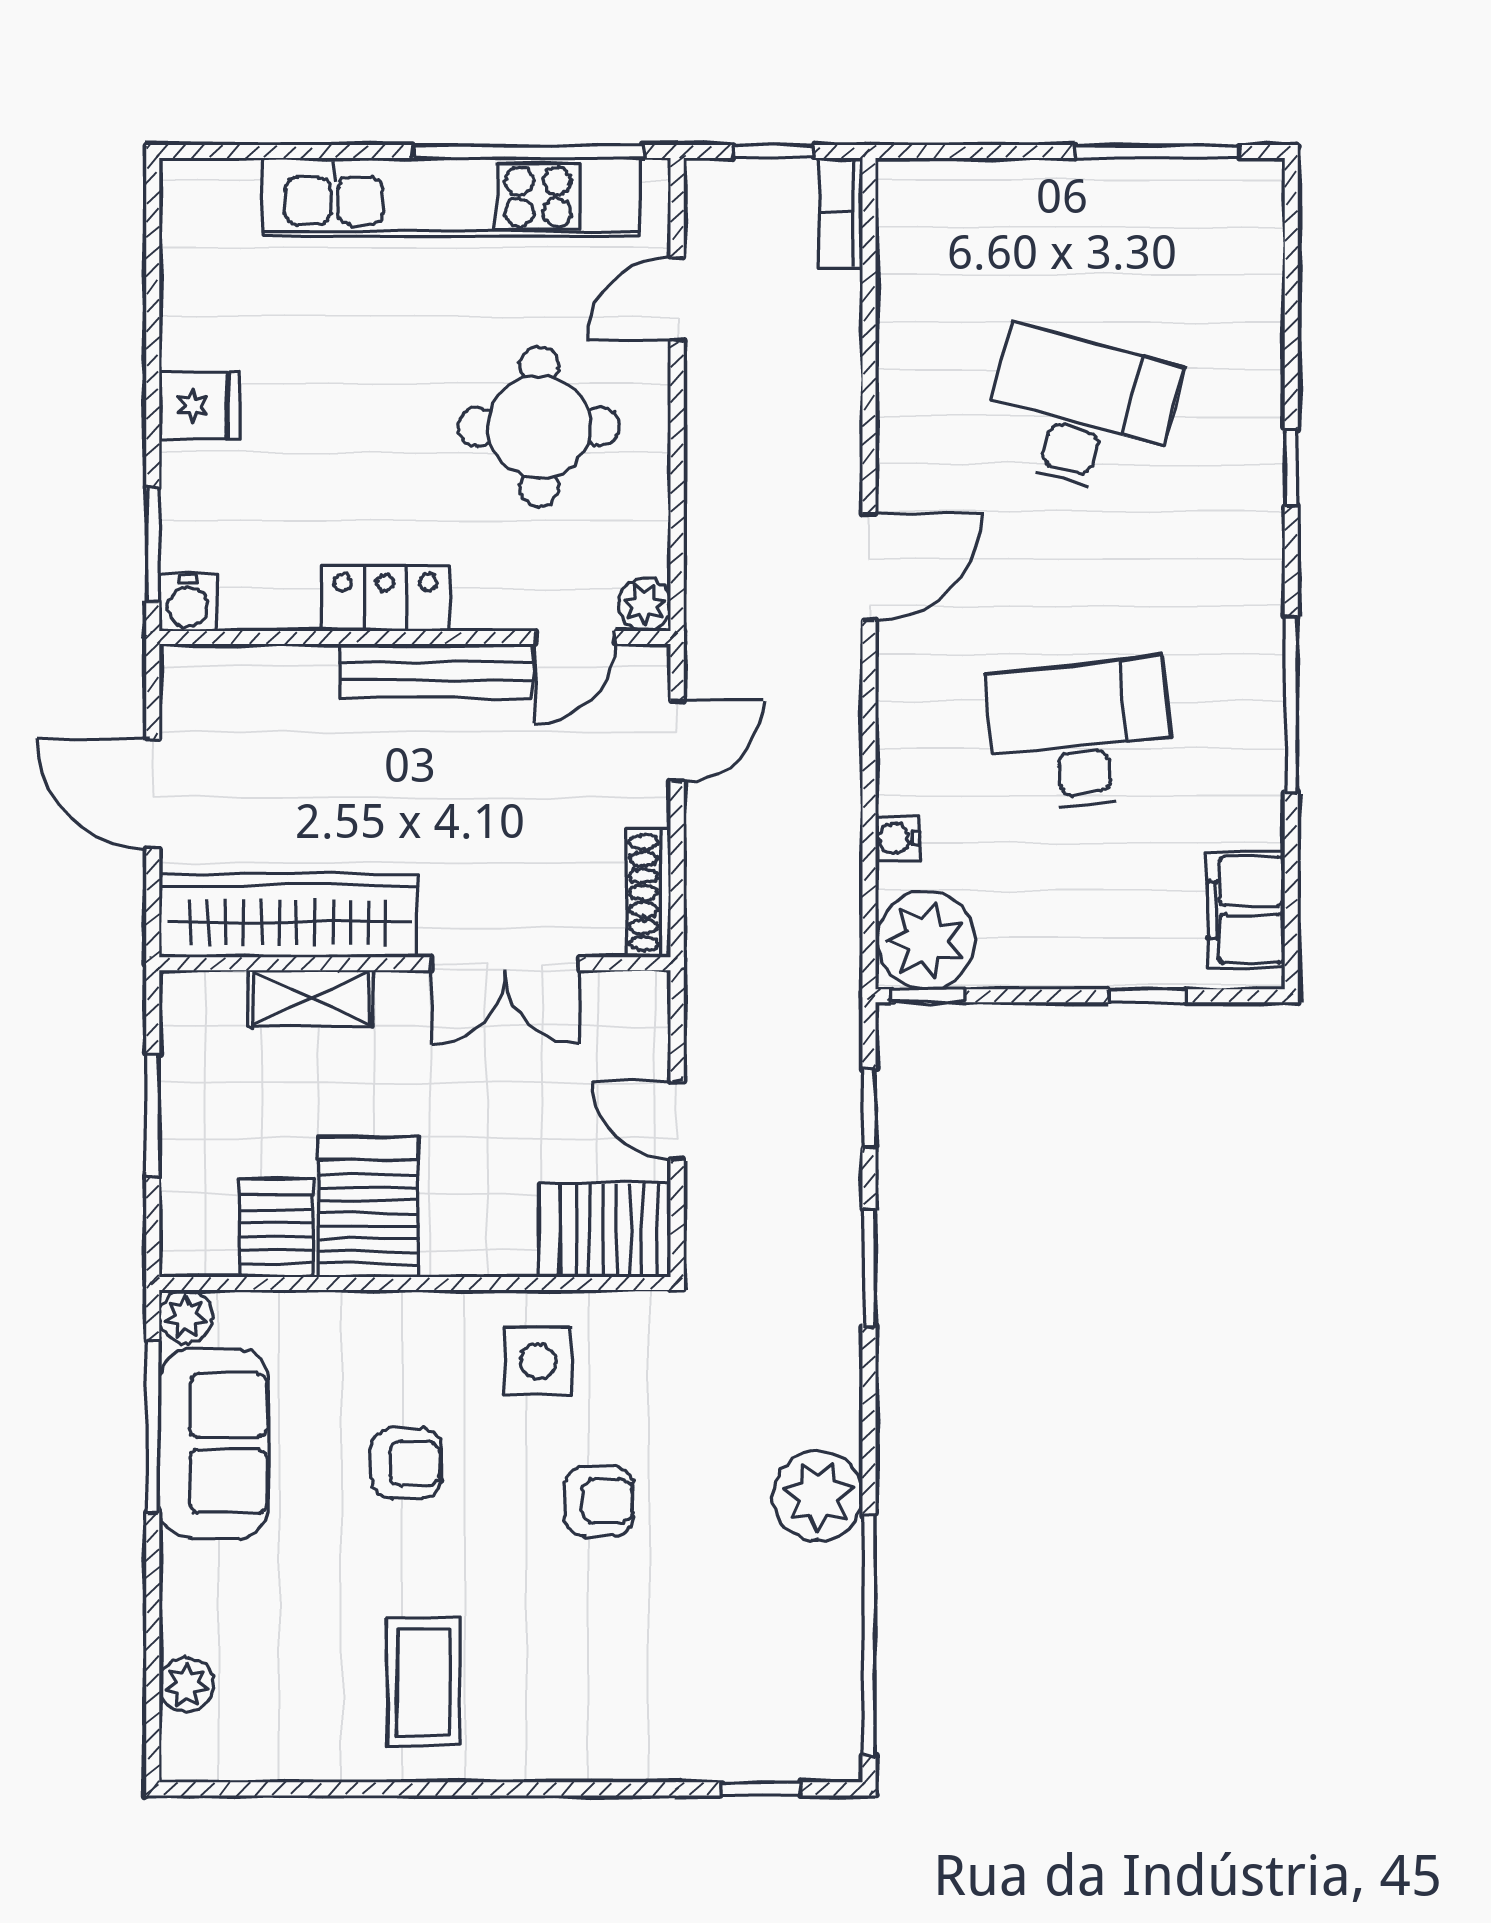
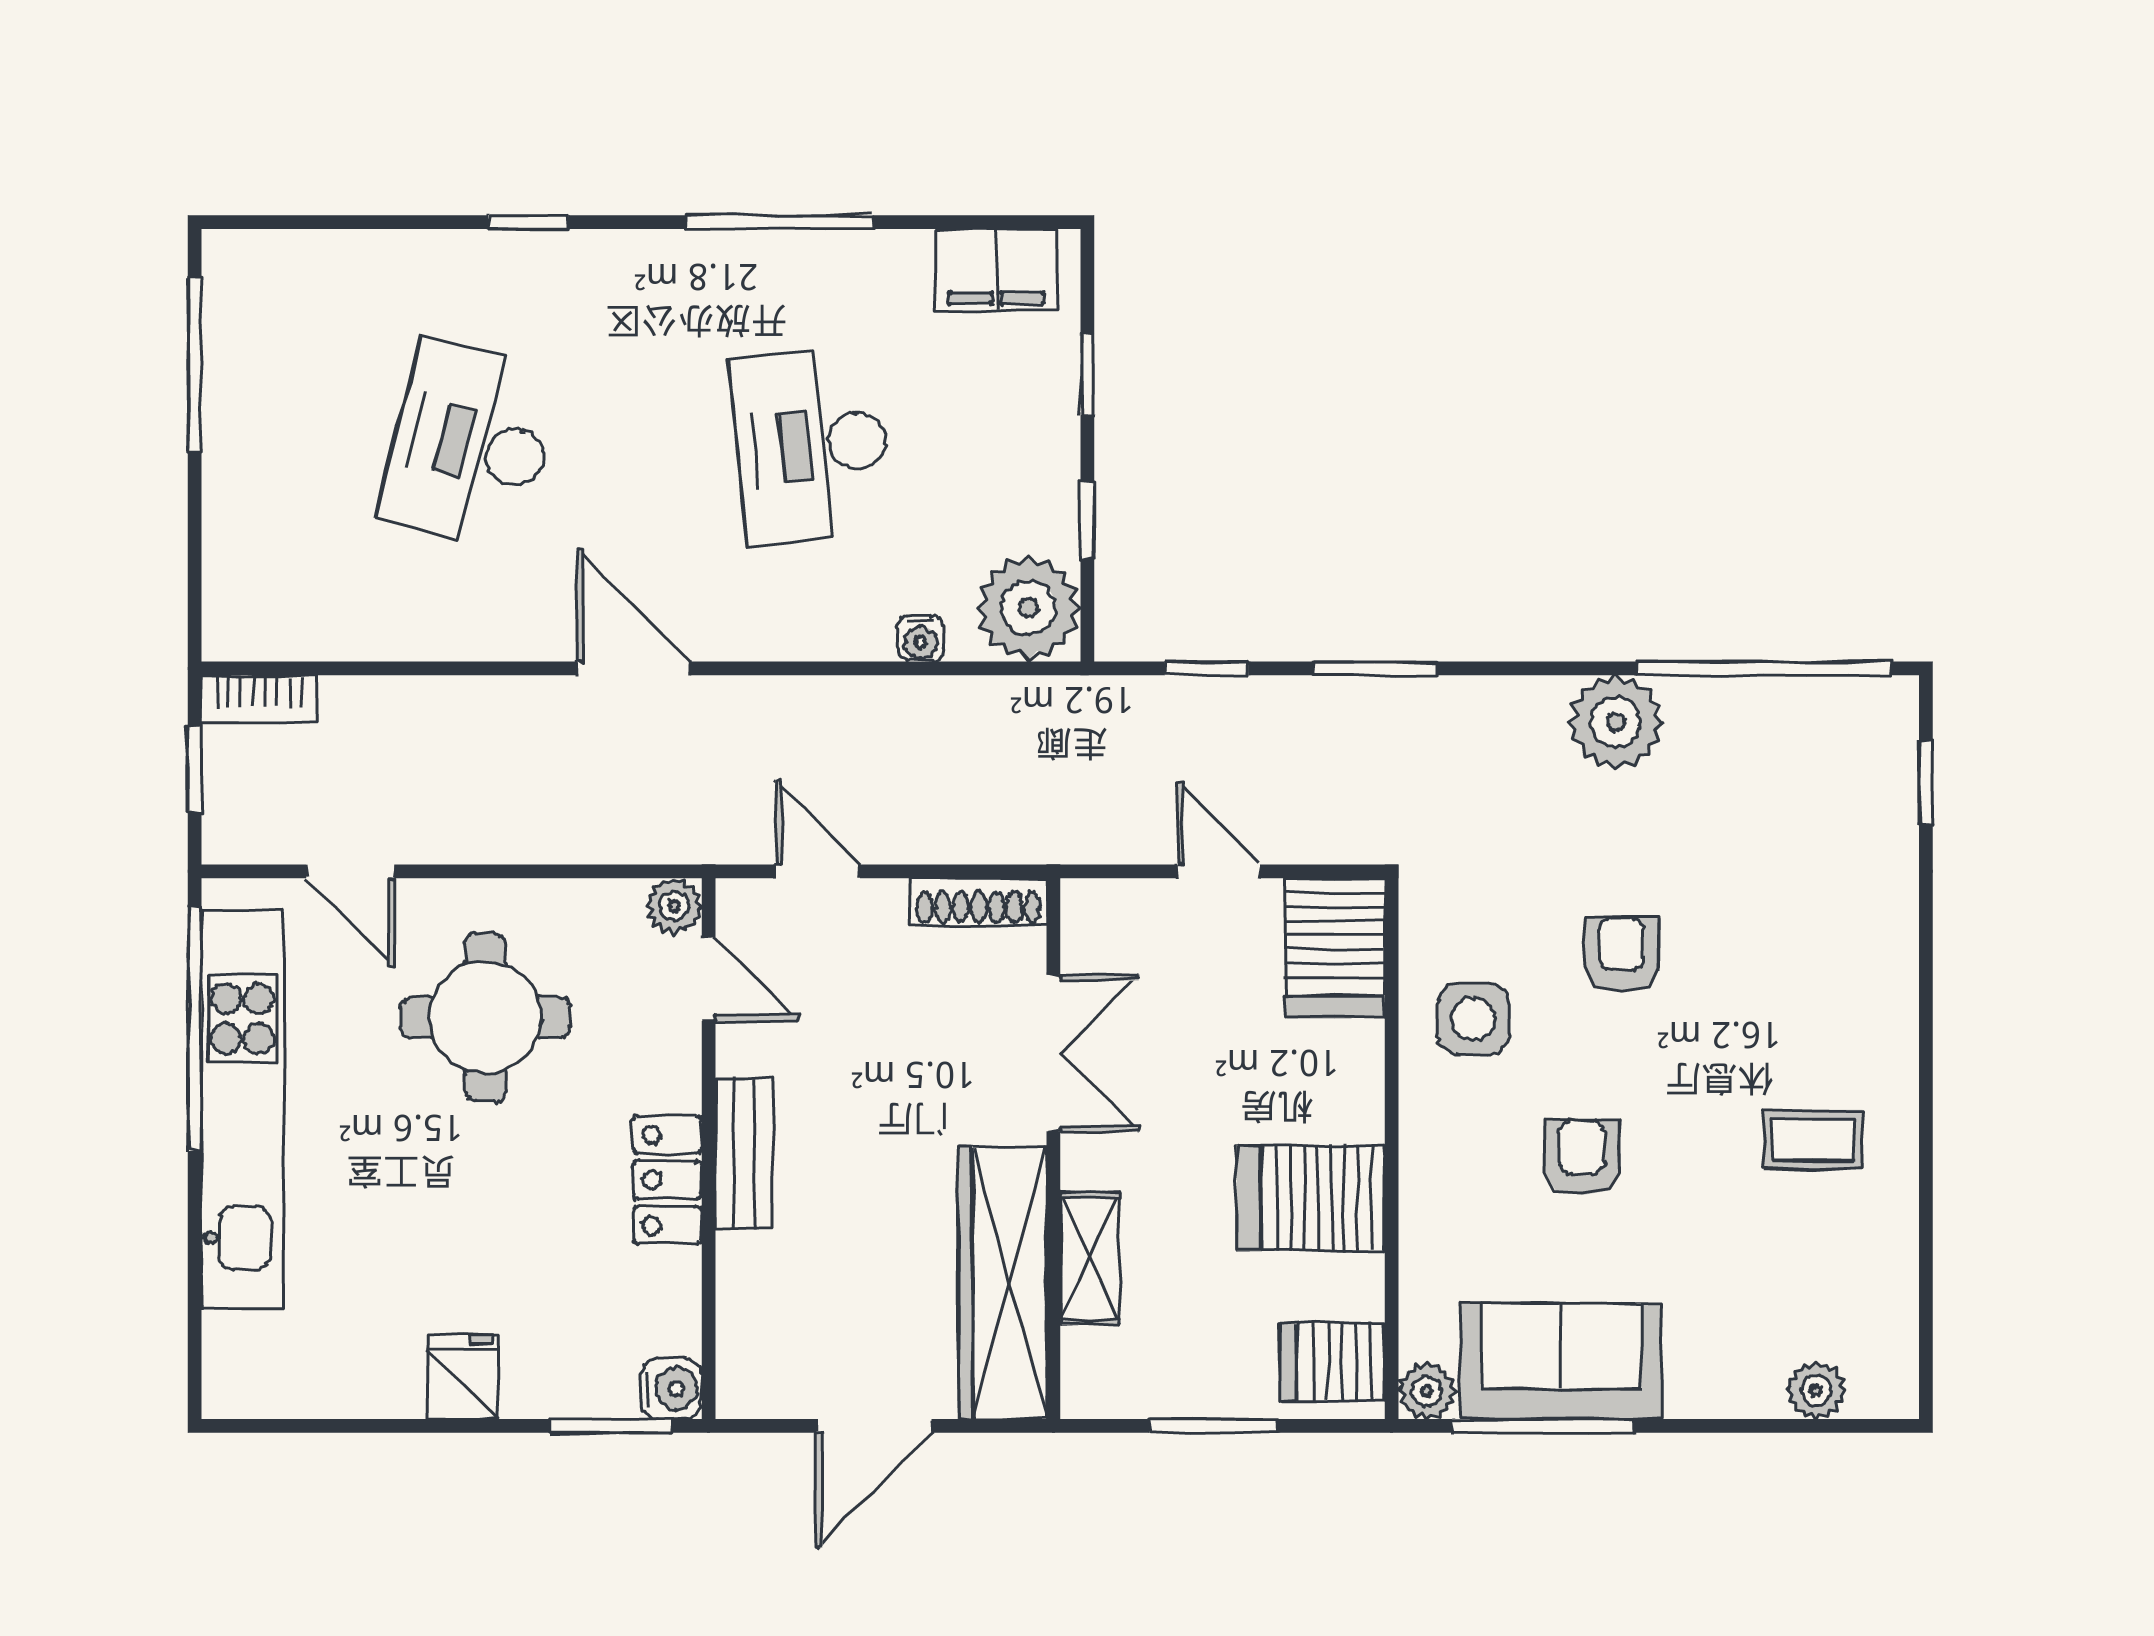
bench: (436, 671) -> (744, 1154), width x0.73
window: (928, 996) -> (1087, 520), moved
door: (677, 1120) -> (1219, 871), swing flipped
server rack: (276, 1228) -> (1333, 1362), moved
coffee table: (423, 1682) -> (1813, 1140), width x0.73, depth x0.77

